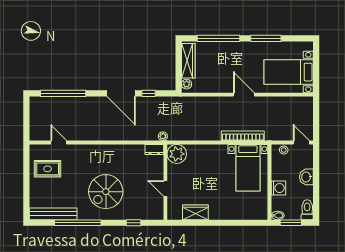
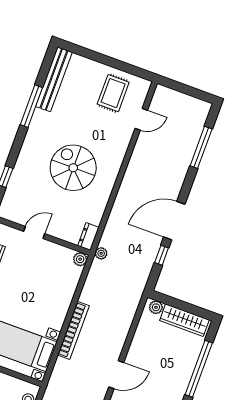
window: (63, 93) -> (201, 147), width x0.68
bookcase: (243, 136) -> (73, 330), moved
plant: (177, 154) -> (80, 259), width x0.53, depth x0.53
spiral stairs: (106, 192) -> (73, 168), moved
window: (78, 223) -> (31, 106), width x0.68

